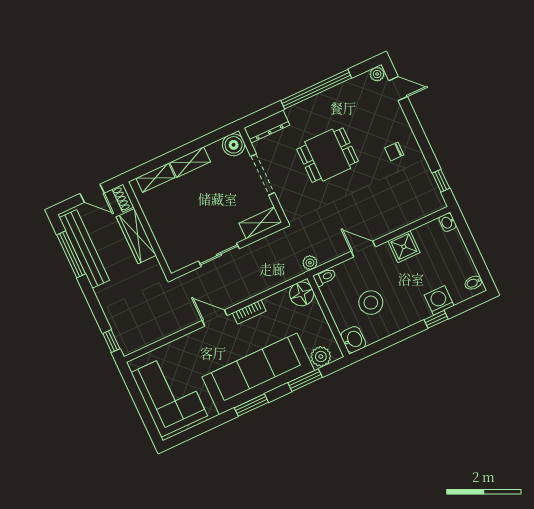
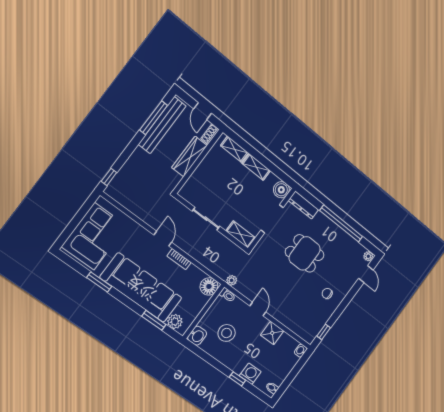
window: (251, 405) -> (99, 282), moved

